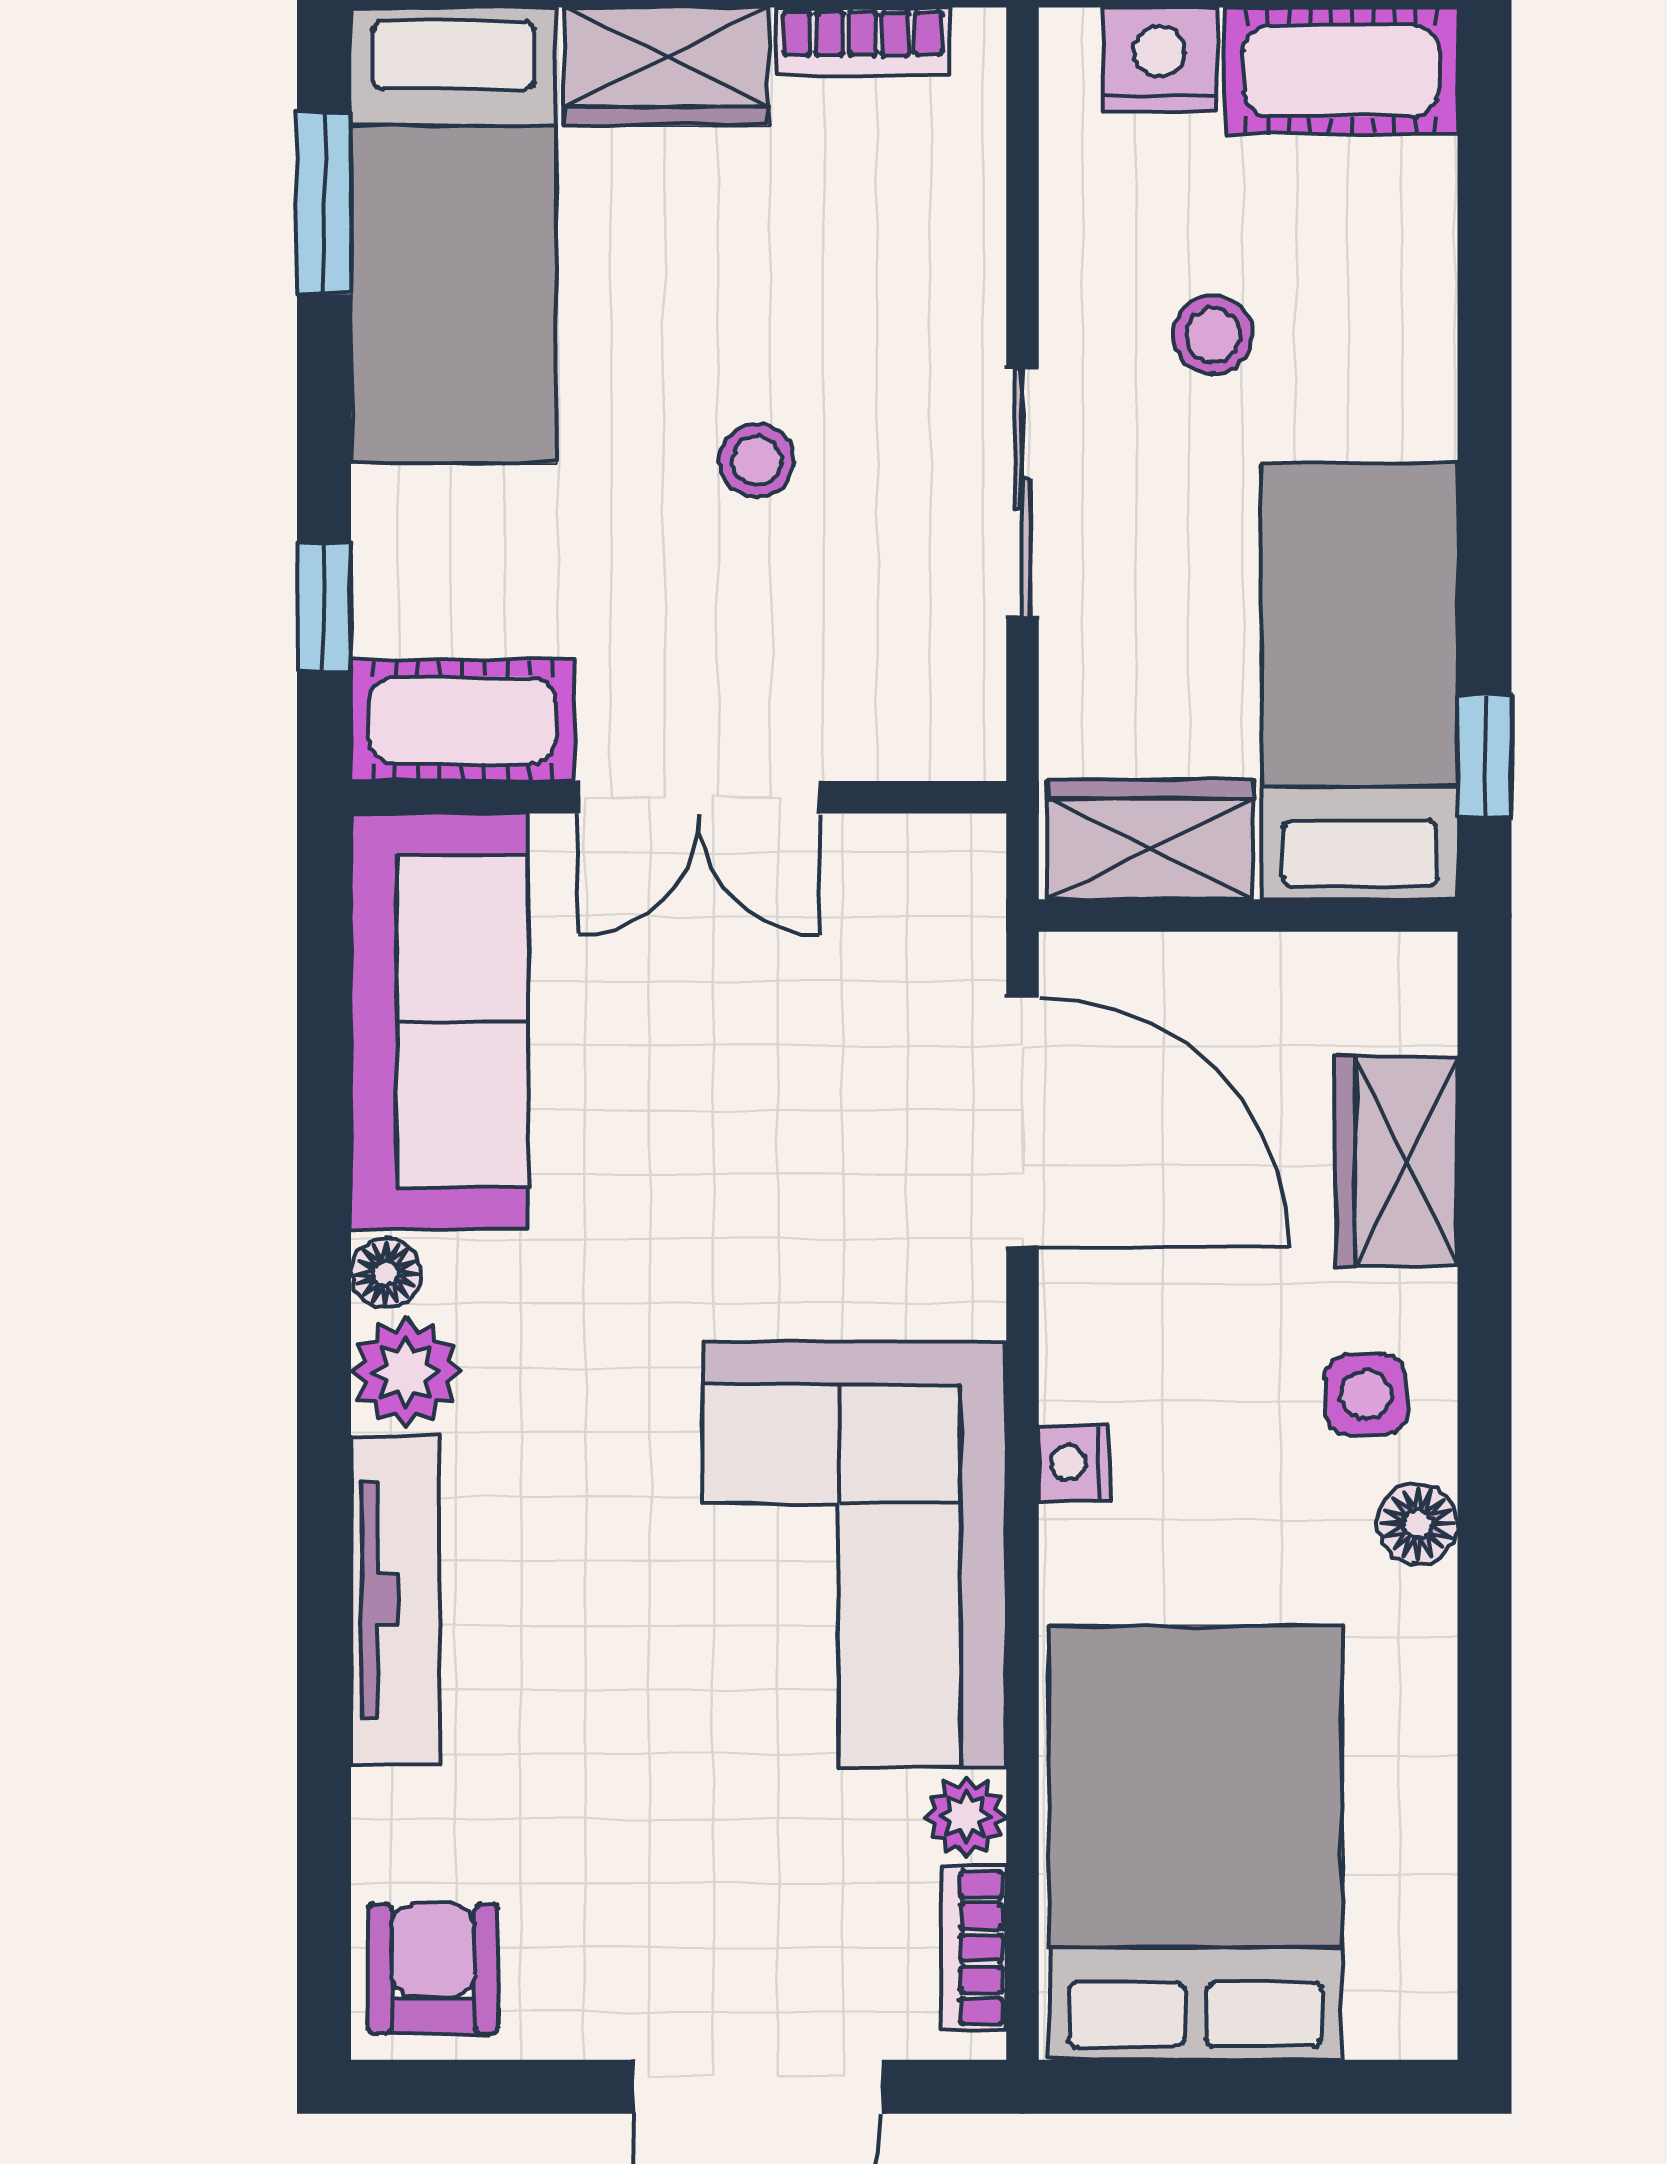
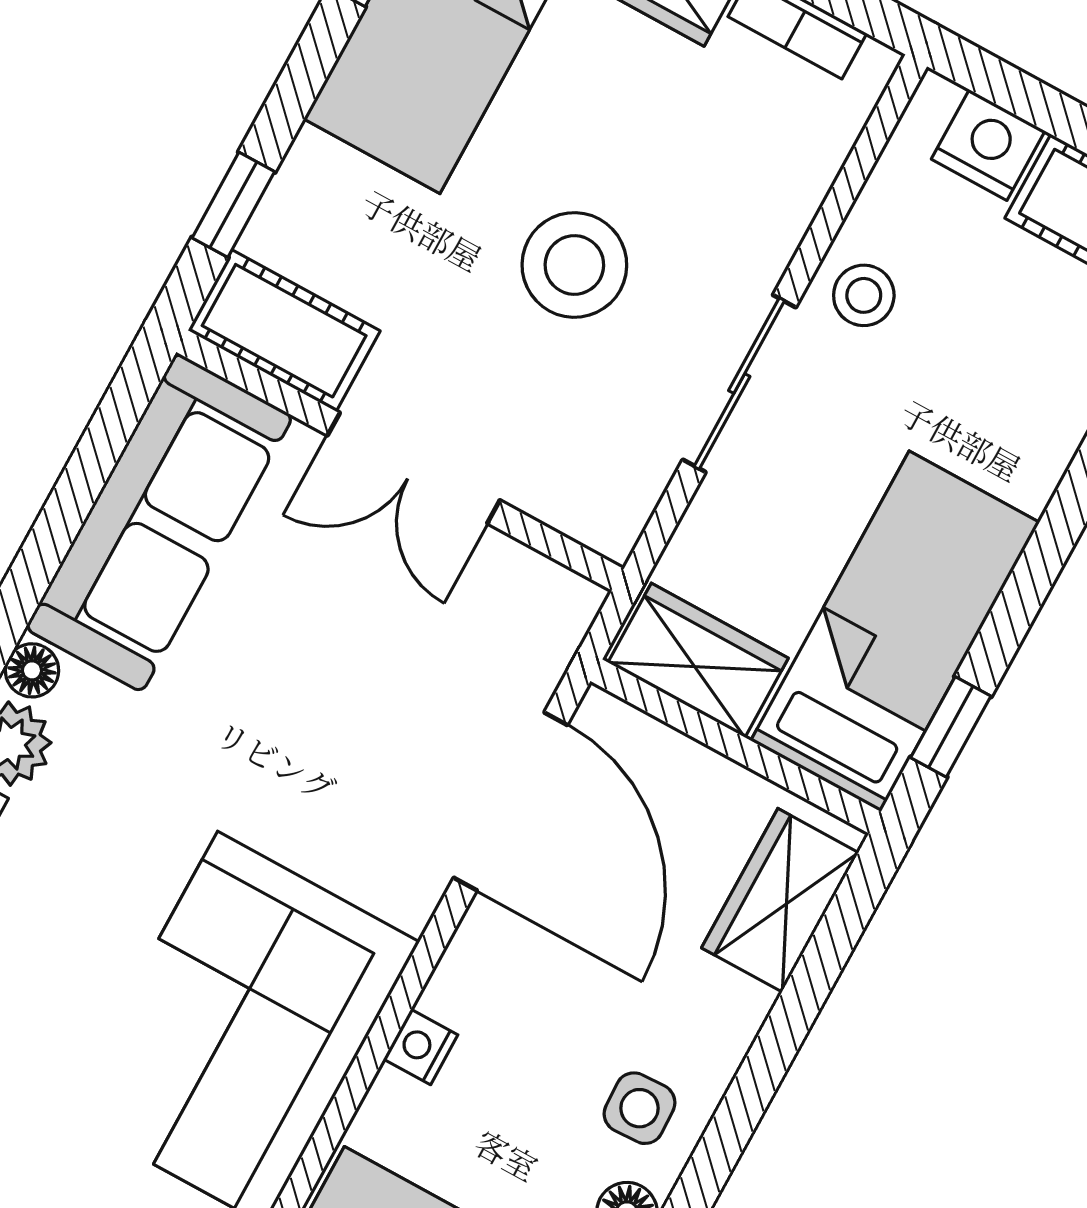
stool: (1213, 335) -> (864, 295), moved
stool: (757, 461) -> (574, 265), width x1.89, depth x1.89
wardrobe: (1397, 1162) -> (780, 900), moved

